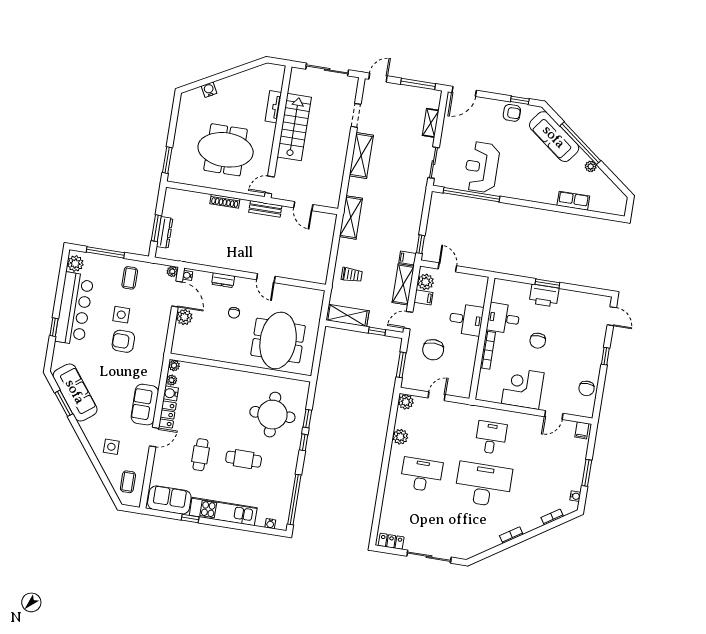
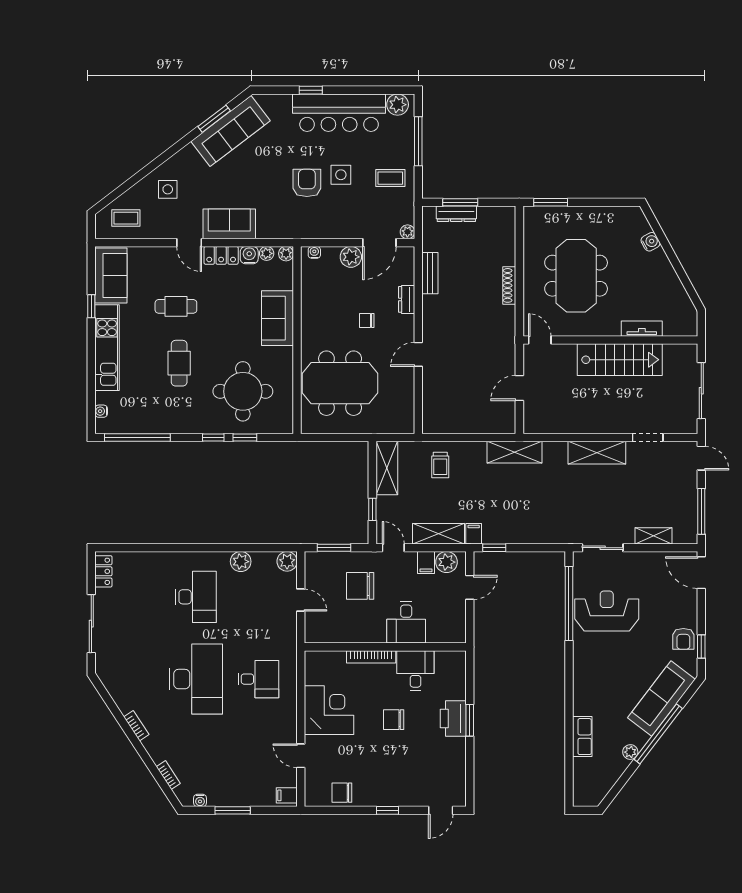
bench: (265, 209) -> (430, 273), moved
water cooler: (187, 275) -> (314, 252), moved
sofa: (221, 380) -> (278, 318), added

